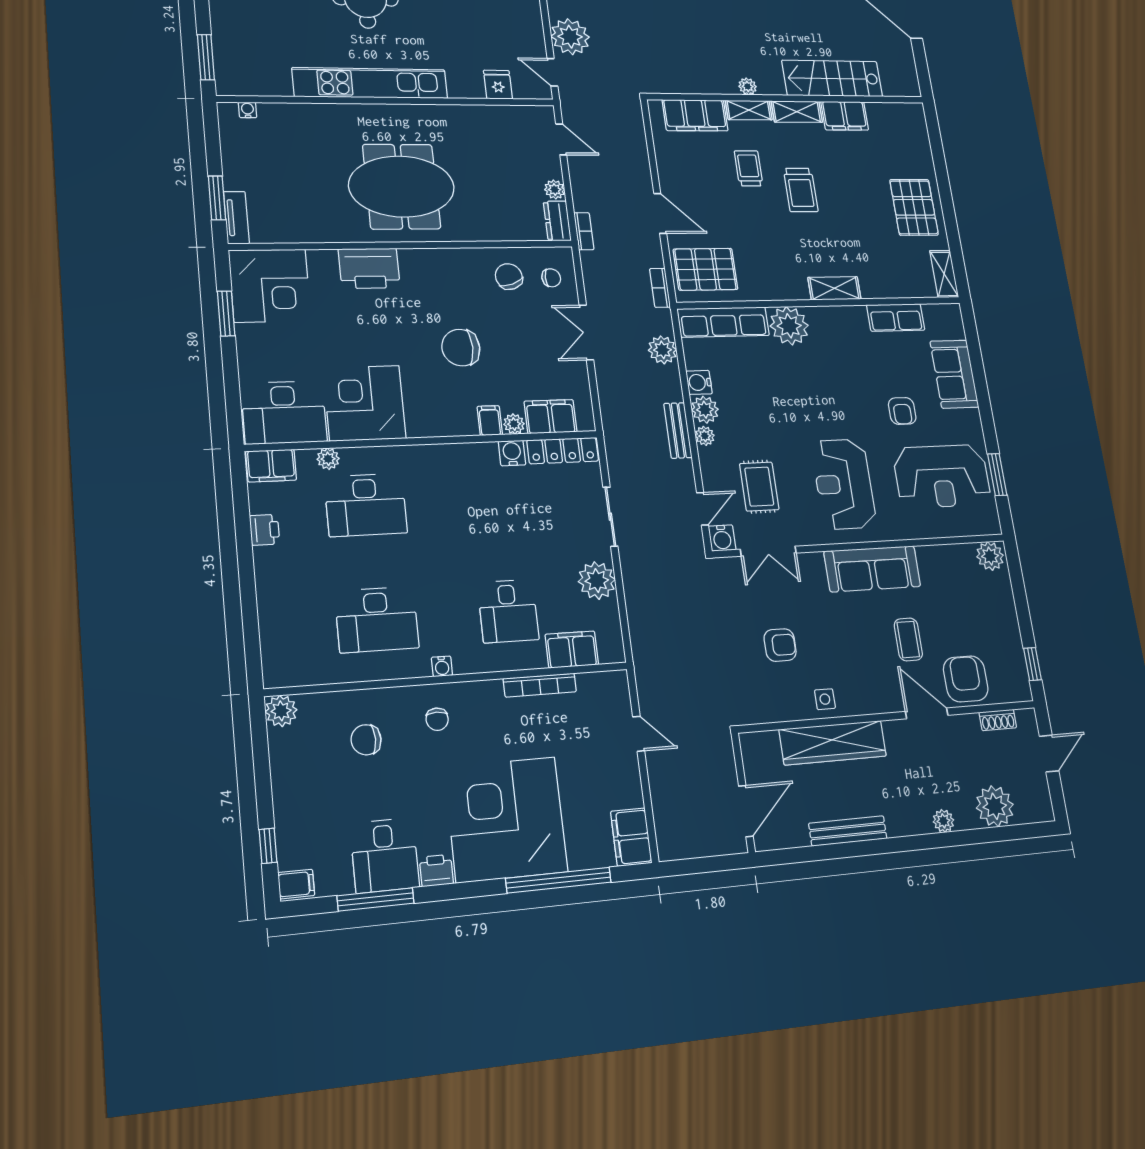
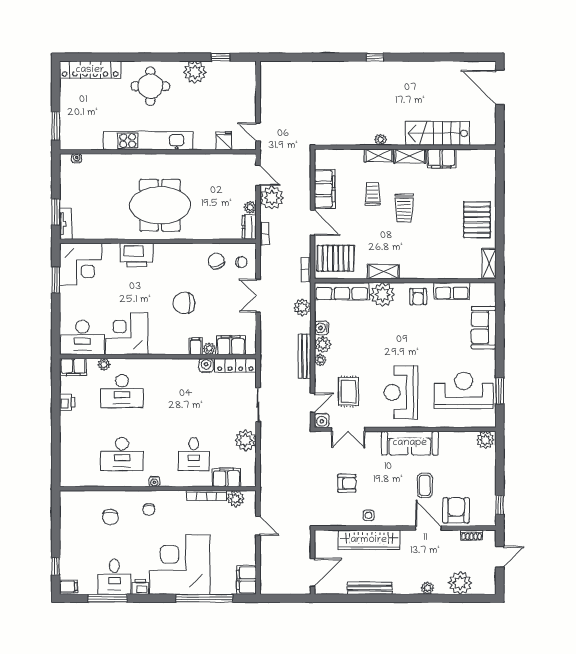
plant: (570, 37) -> (272, 198), moved
filing cabinet: (695, 115) -> (325, 189), moved, turned -90
shelving: (834, 288) -> (383, 272), moved
armchair: (902, 411) -> (418, 297), moved
bench: (678, 430) -> (305, 356), width x1.36
reception desk: (942, 476) -> (464, 390), turned 180
plant: (281, 711) -> (236, 499), moved
chair: (366, 740) -> (110, 517), turned -90

